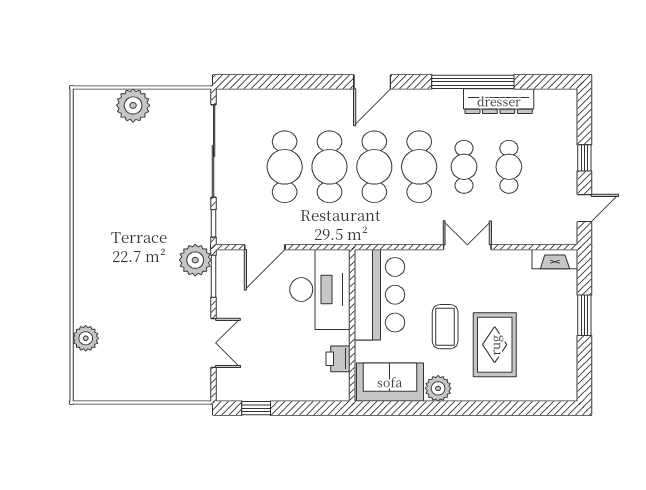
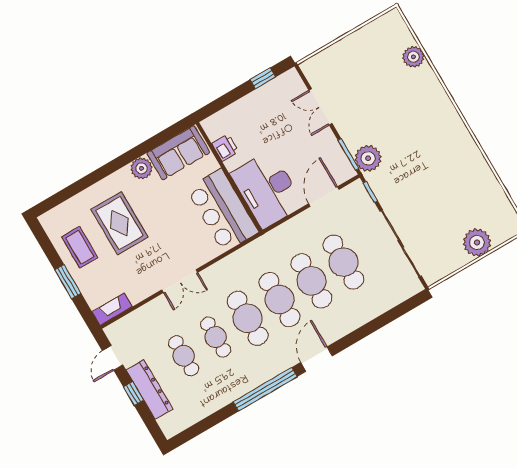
window: (473, 82) -> (265, 389), moved
dresser: (499, 101) -> (149, 390), moved, turned 90
coffee table: (445, 327) -> (80, 247), moved

